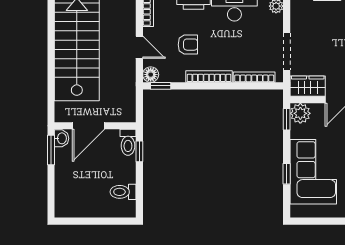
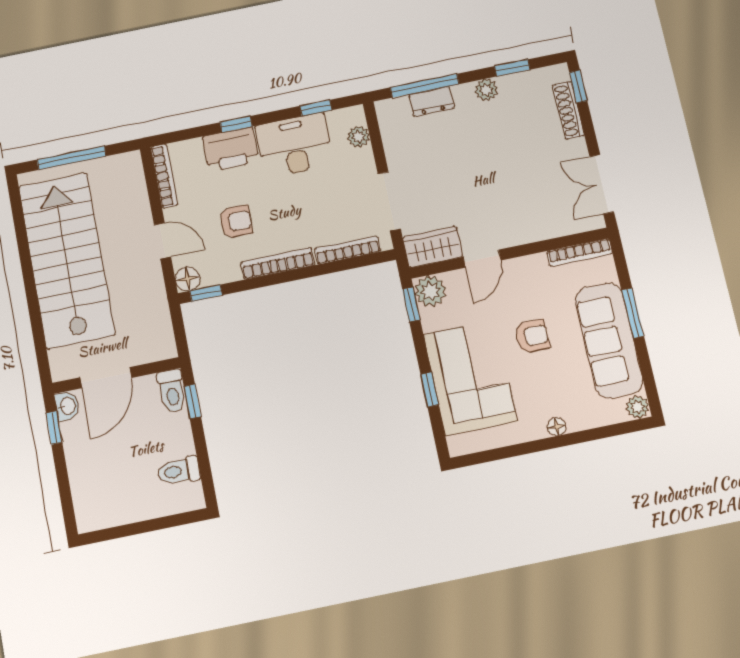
window: (51, 150) -> (54, 428), width x0.67

